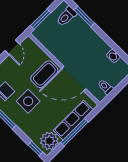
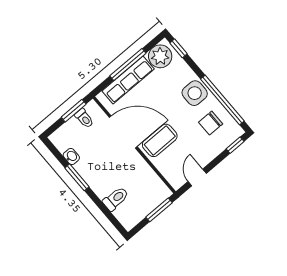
toilet: (67, 16) -> (116, 199), moved
window: (84, 16) -> (77, 177), moved
window: (114, 92) -> (74, 111), added
side table: (28, 101) -> (195, 93), moved

